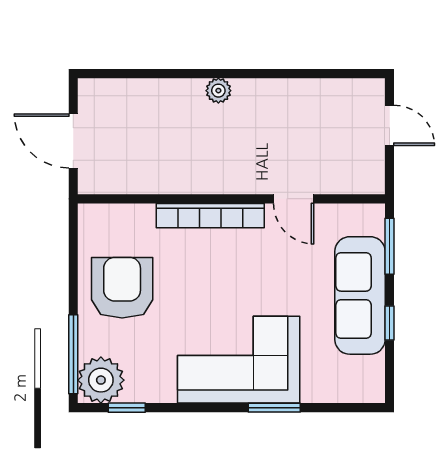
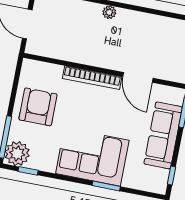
door: (294, 199) -> (138, 77), width x1.38
window: (390, 323) -> (172, 176), moved

